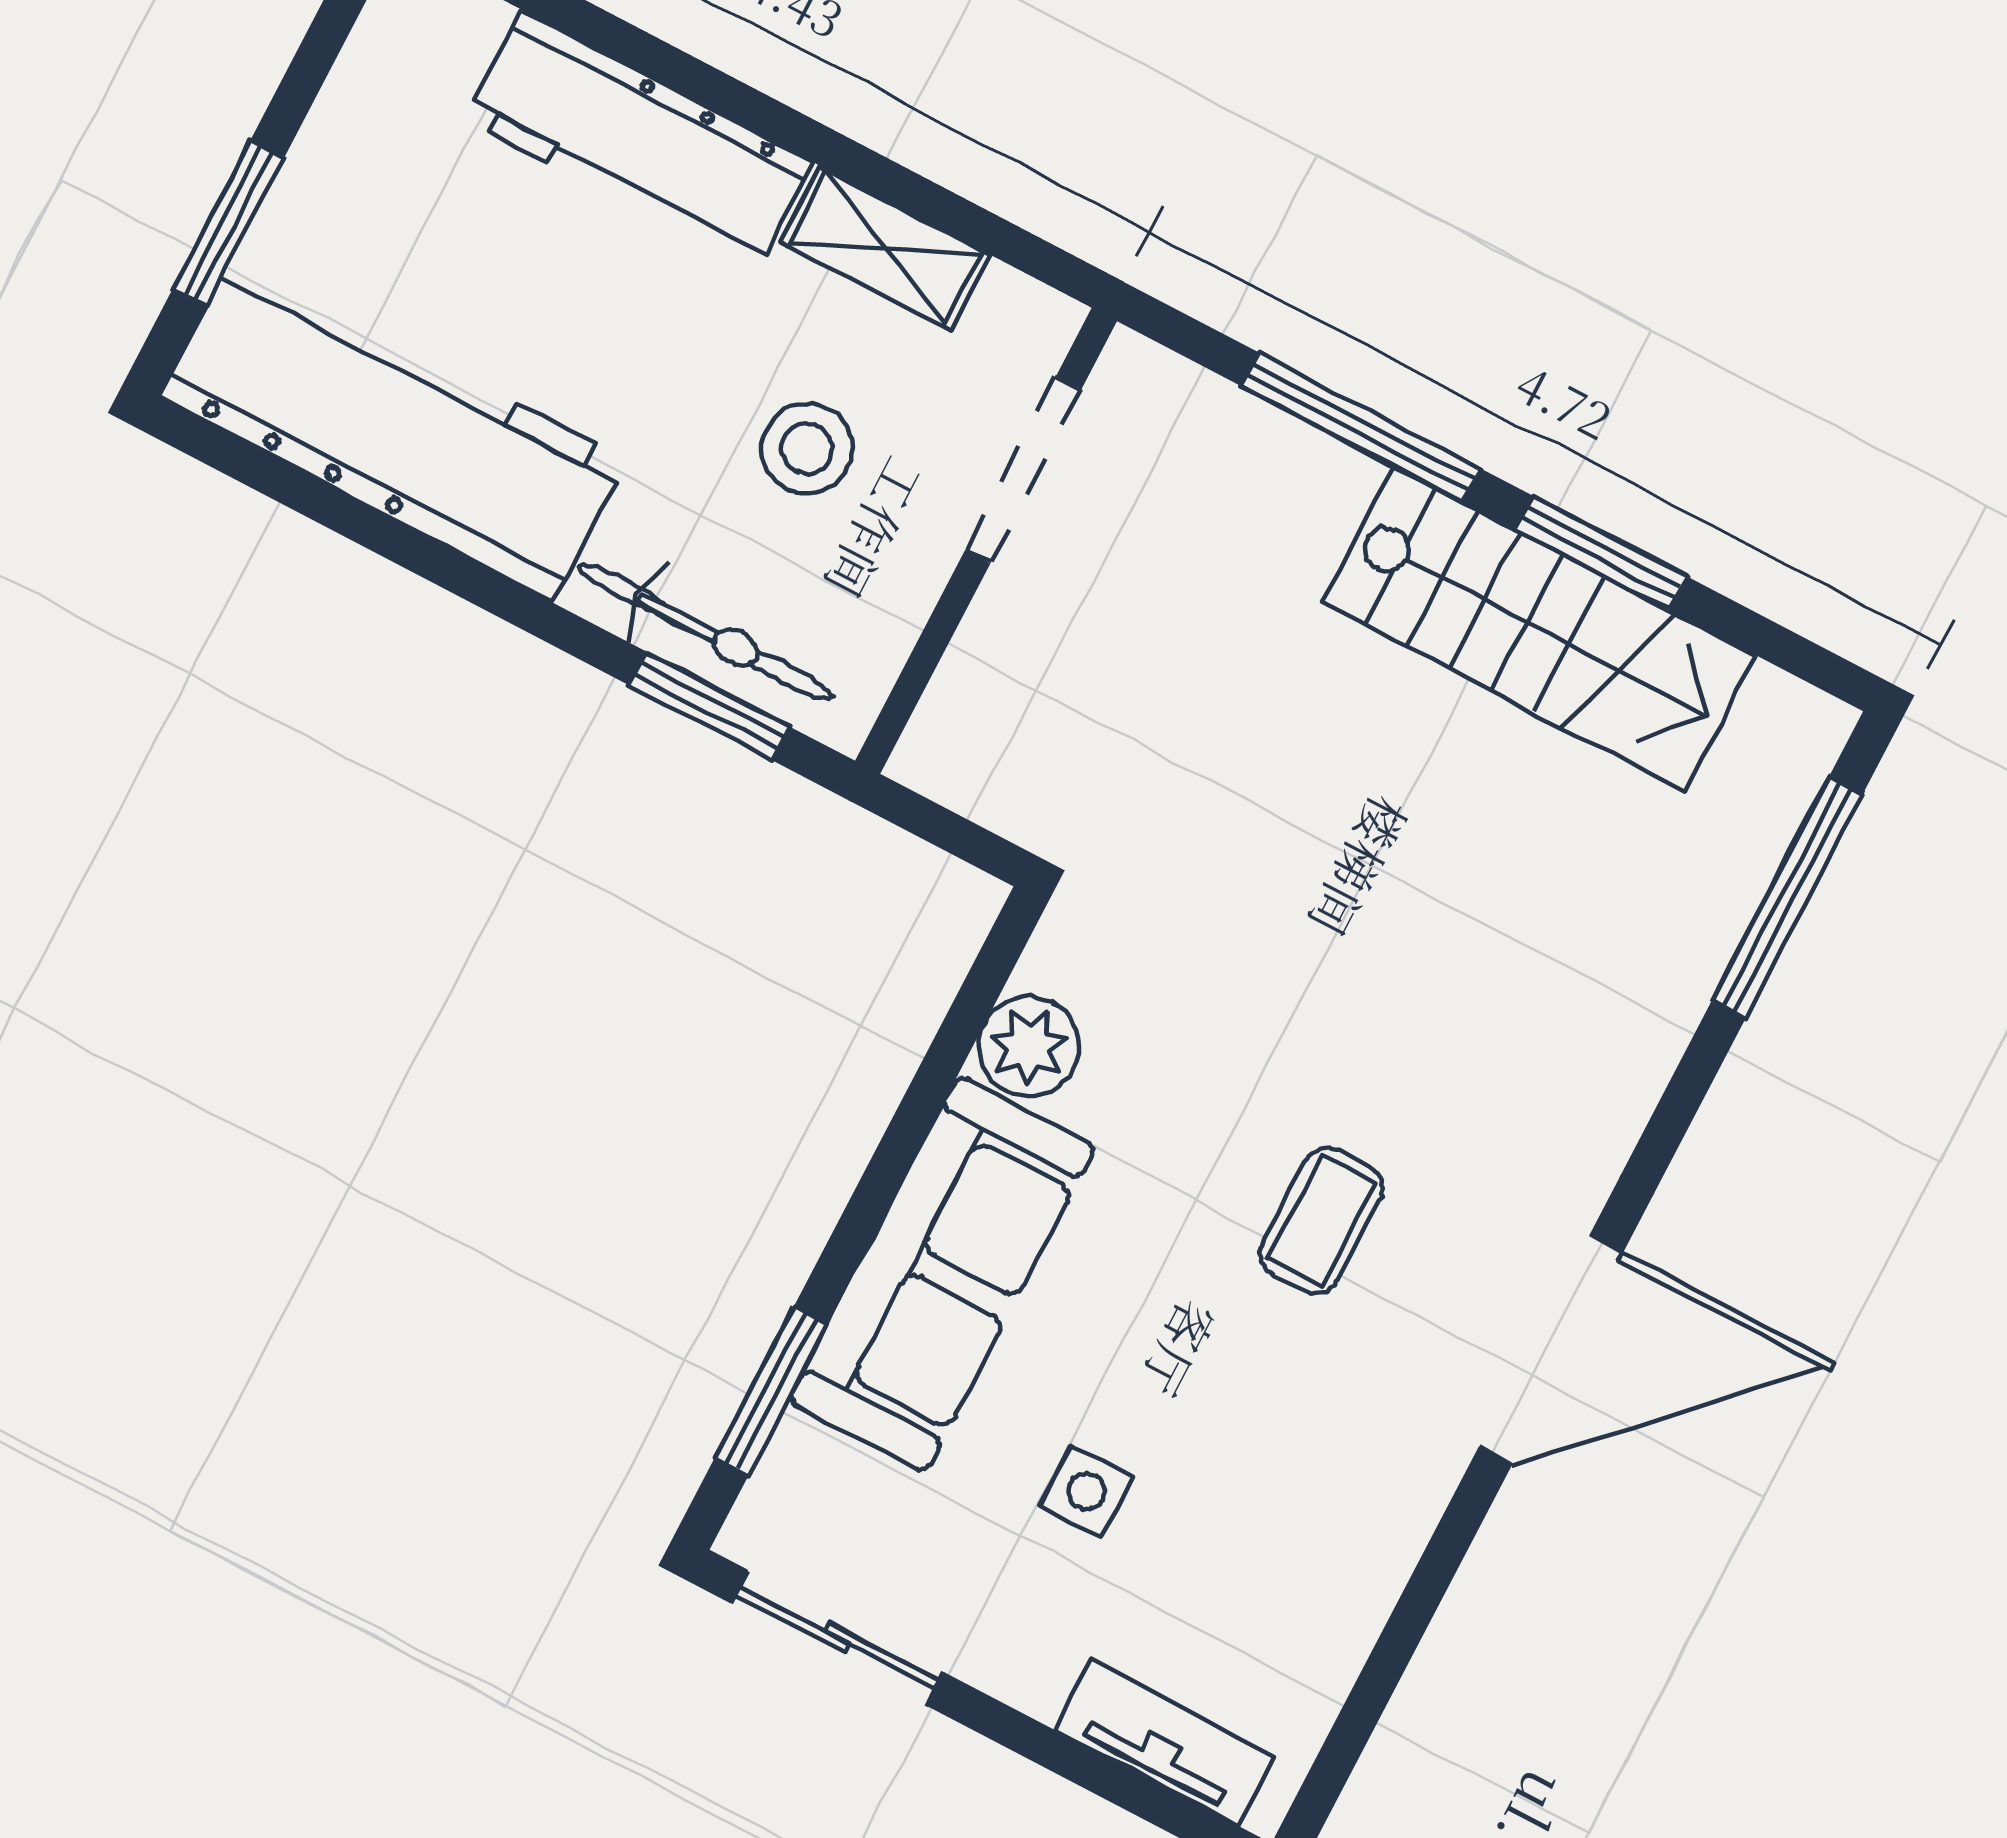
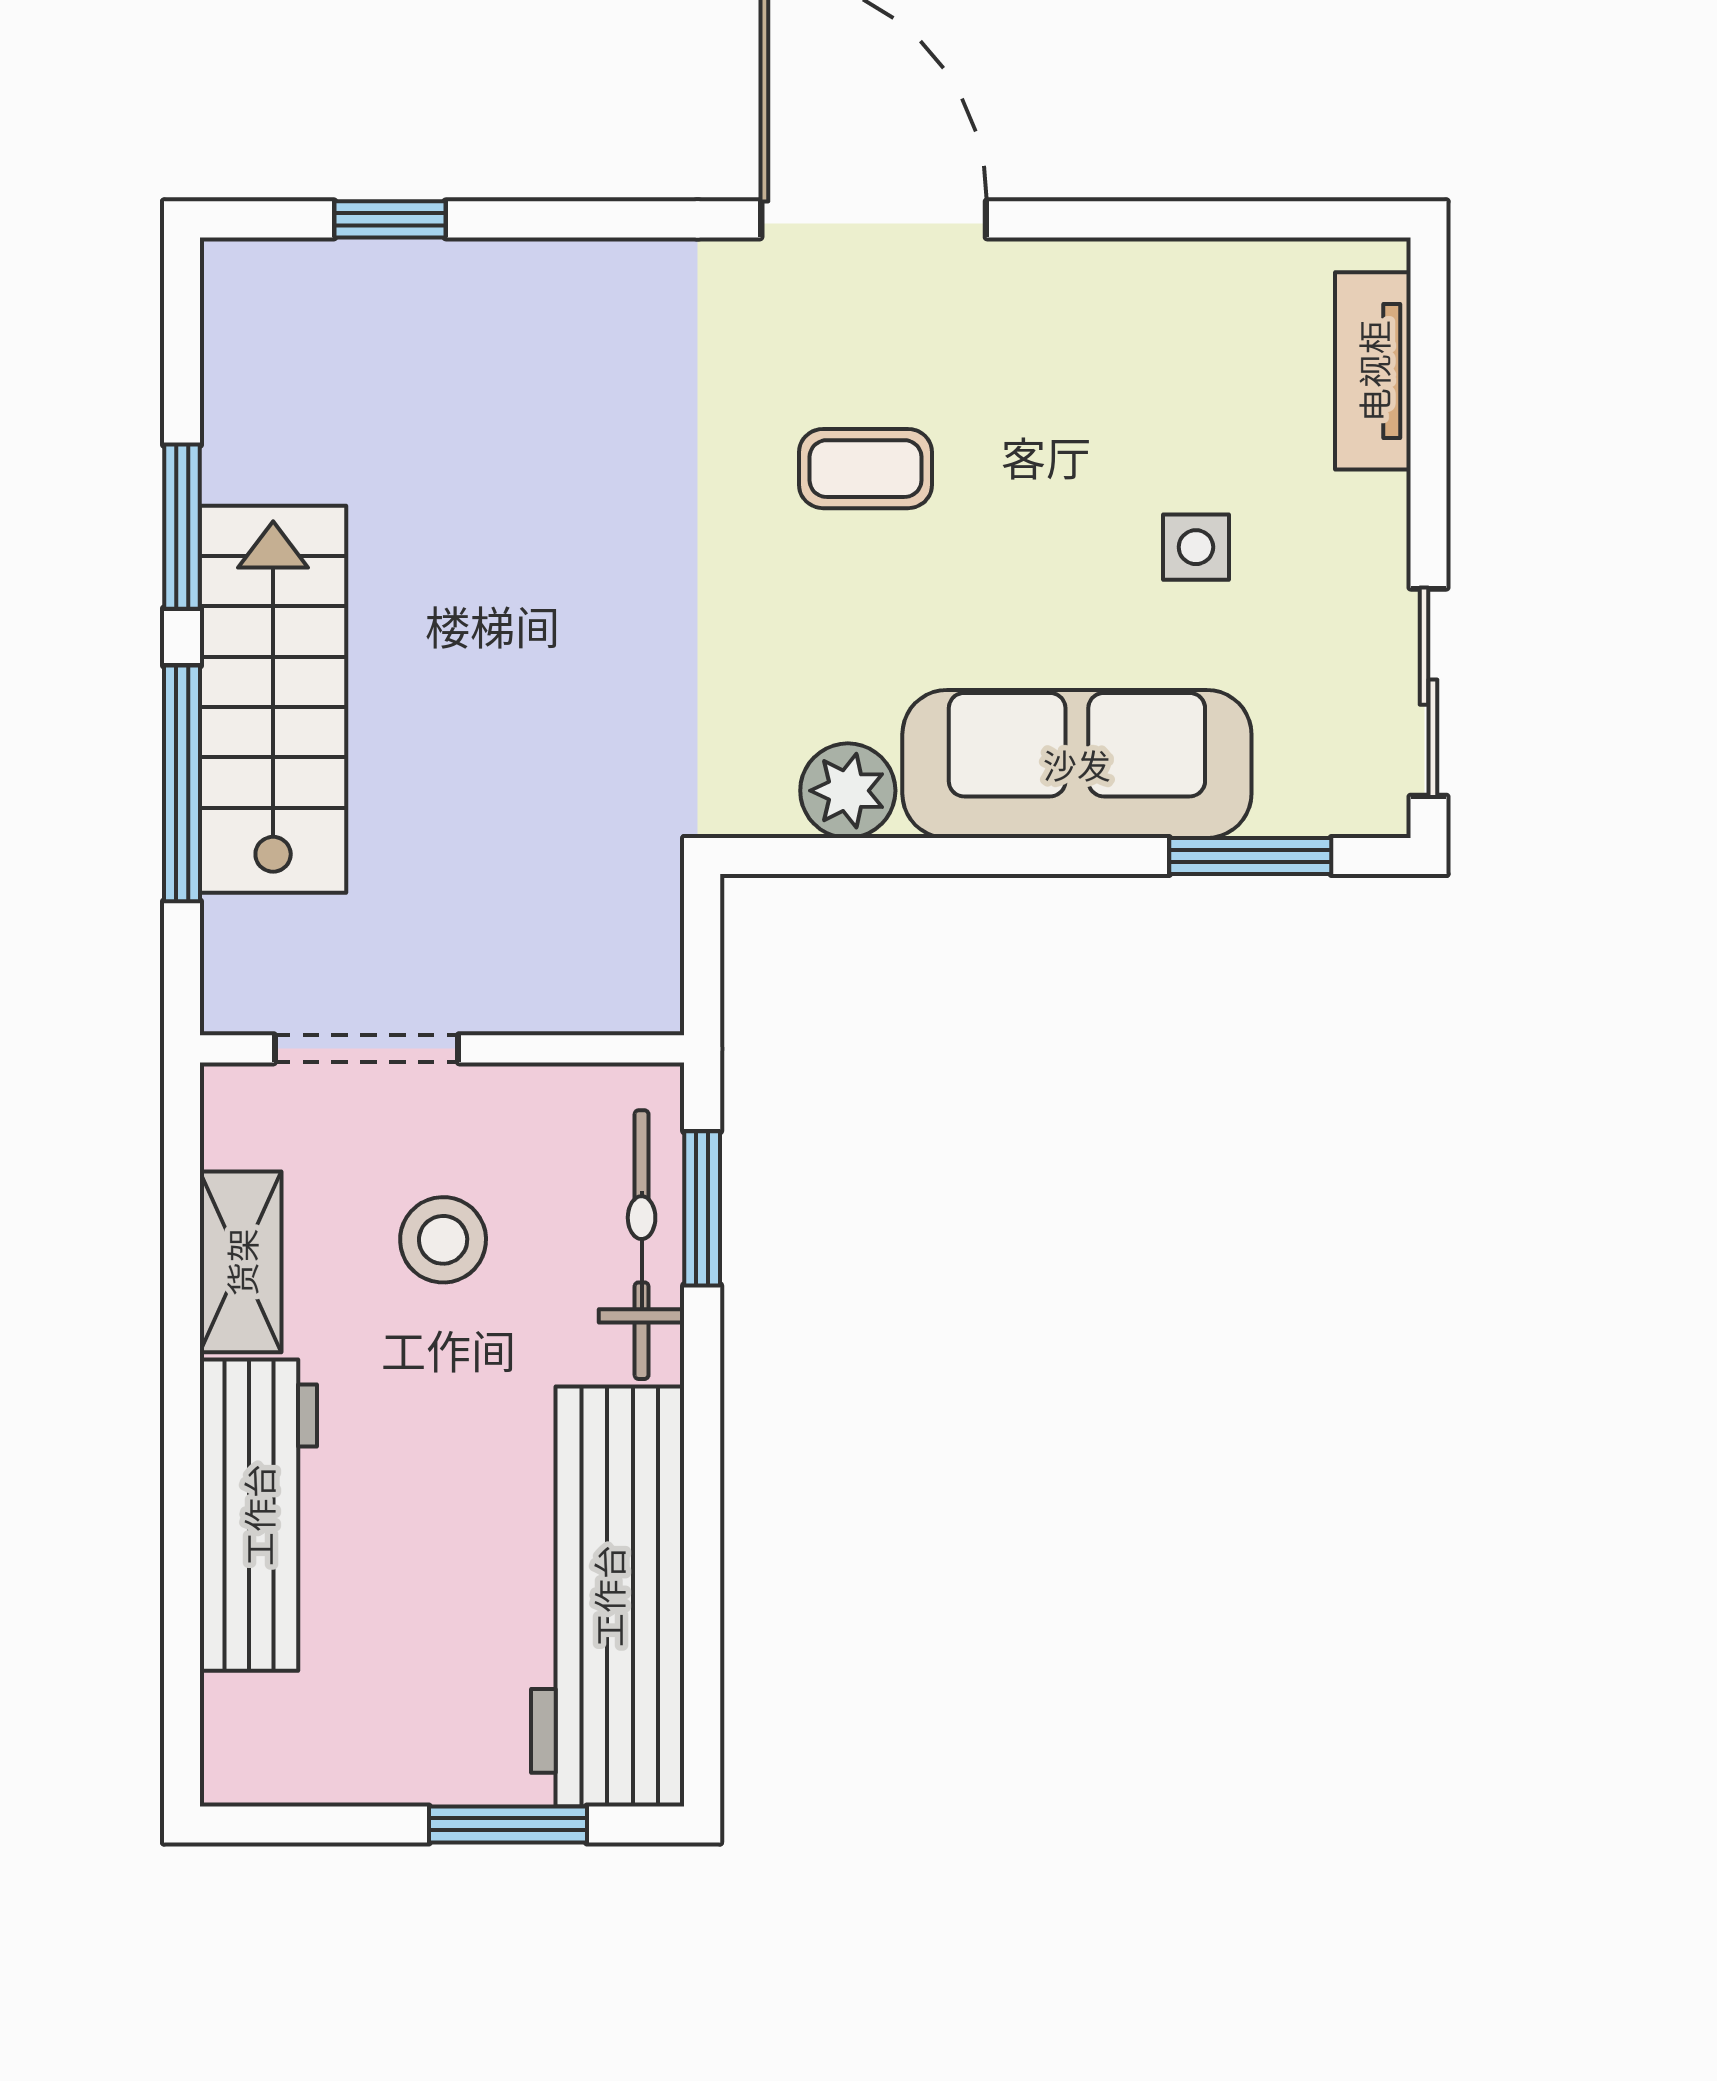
stairs: (1539, 629) -> (273, 699), moved
window: (1787, 898) -> (390, 219), width x0.46

